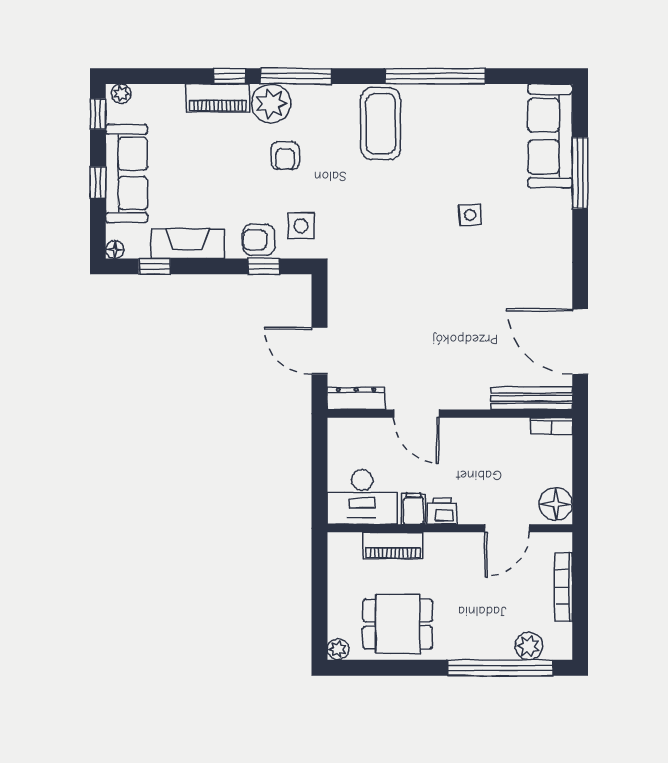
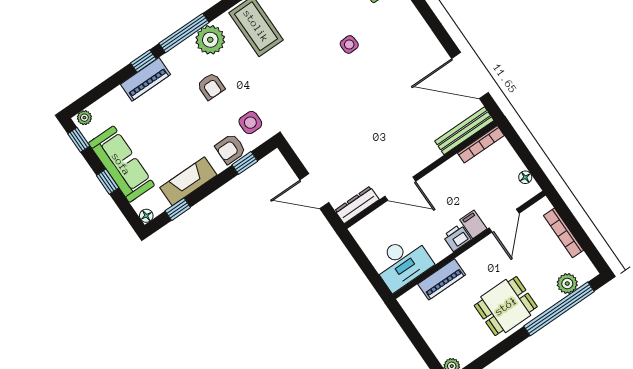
plant: (271, 104) -> (210, 40), moved
bookcase: (551, 426) -> (481, 144), width x1.56
floor lamp: (556, 504) -> (525, 177), width x0.53, depth x0.53
filing cabinet: (413, 509) -> (473, 224), moved
dining table: (398, 624) -> (506, 306), moved

